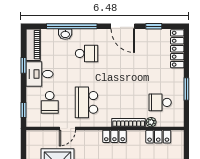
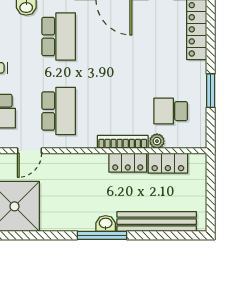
school desk: (87, 53) -> (59, 37), width x1.85
school desk: (87, 102) -> (59, 111), turned 180
locker: (114, 136) -> (128, 163), moved

